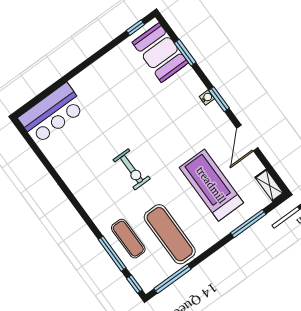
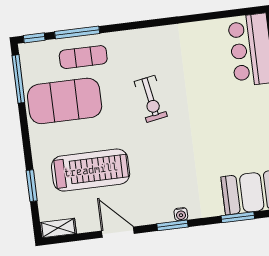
exercise bike: (132, 169) -> (151, 99), turned -100
window: (248, 224) -> (32, 186), width x0.69
exercise mat: (170, 234) -> (65, 101), width x1.47

